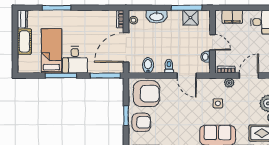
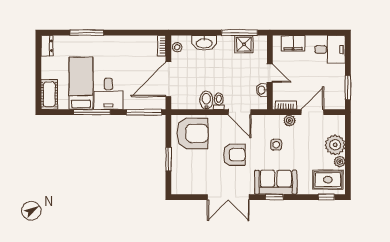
cot: (24, 42) -> (49, 94), moved
bidet: (148, 65) -> (206, 100), moved
armchair: (141, 122) -> (234, 155), moved

